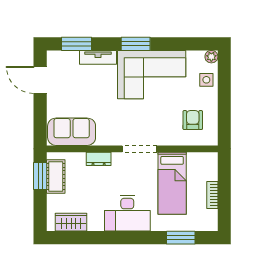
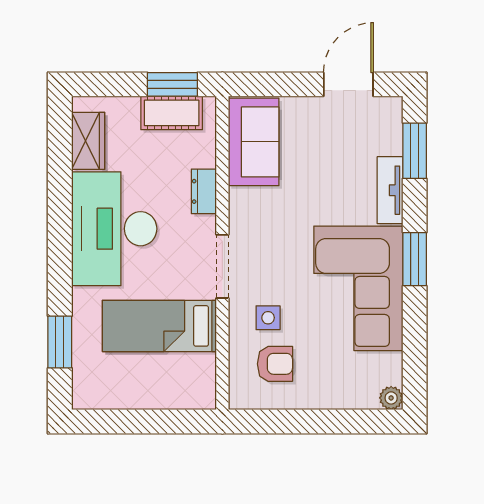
side table: (206, 80) -> (268, 318), moved
bookcase: (212, 195) -> (138, 400), removed
desk: (127, 213) -> (114, 229), width x1.36, depth x1.30

